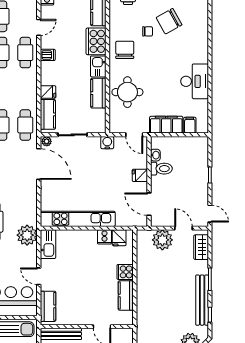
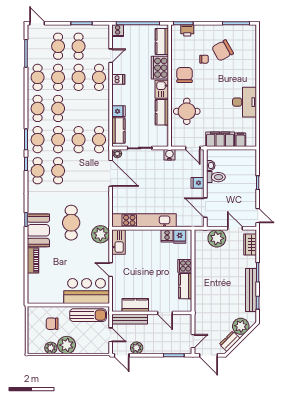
kitchen counter: (48, 306) -> (135, 305), moved, turned -90

